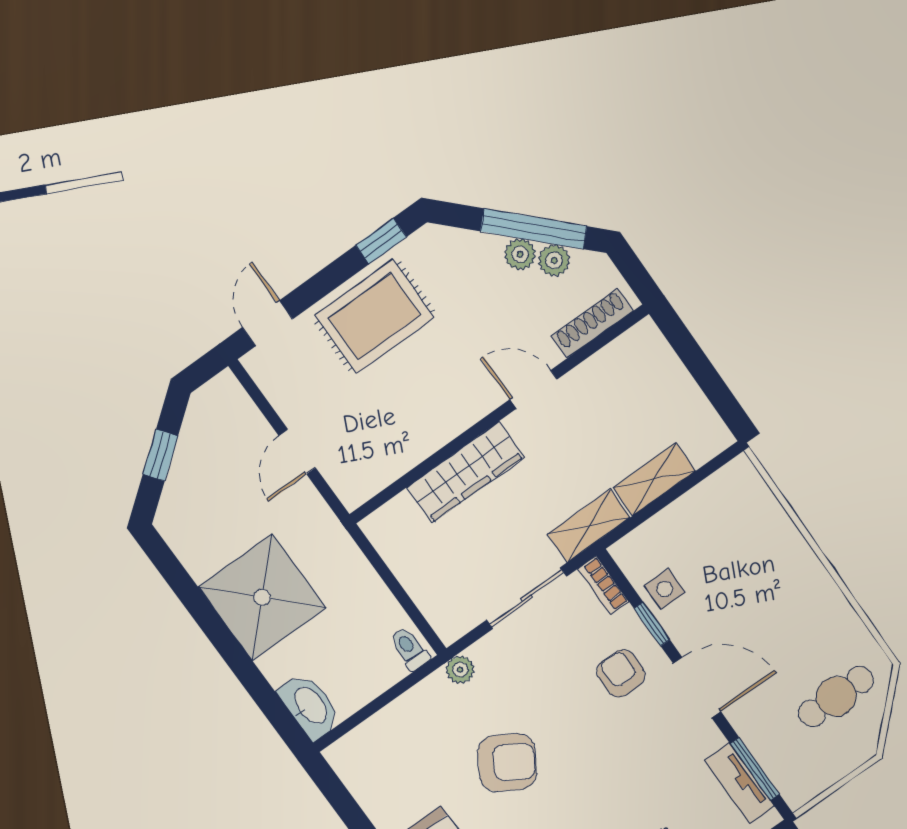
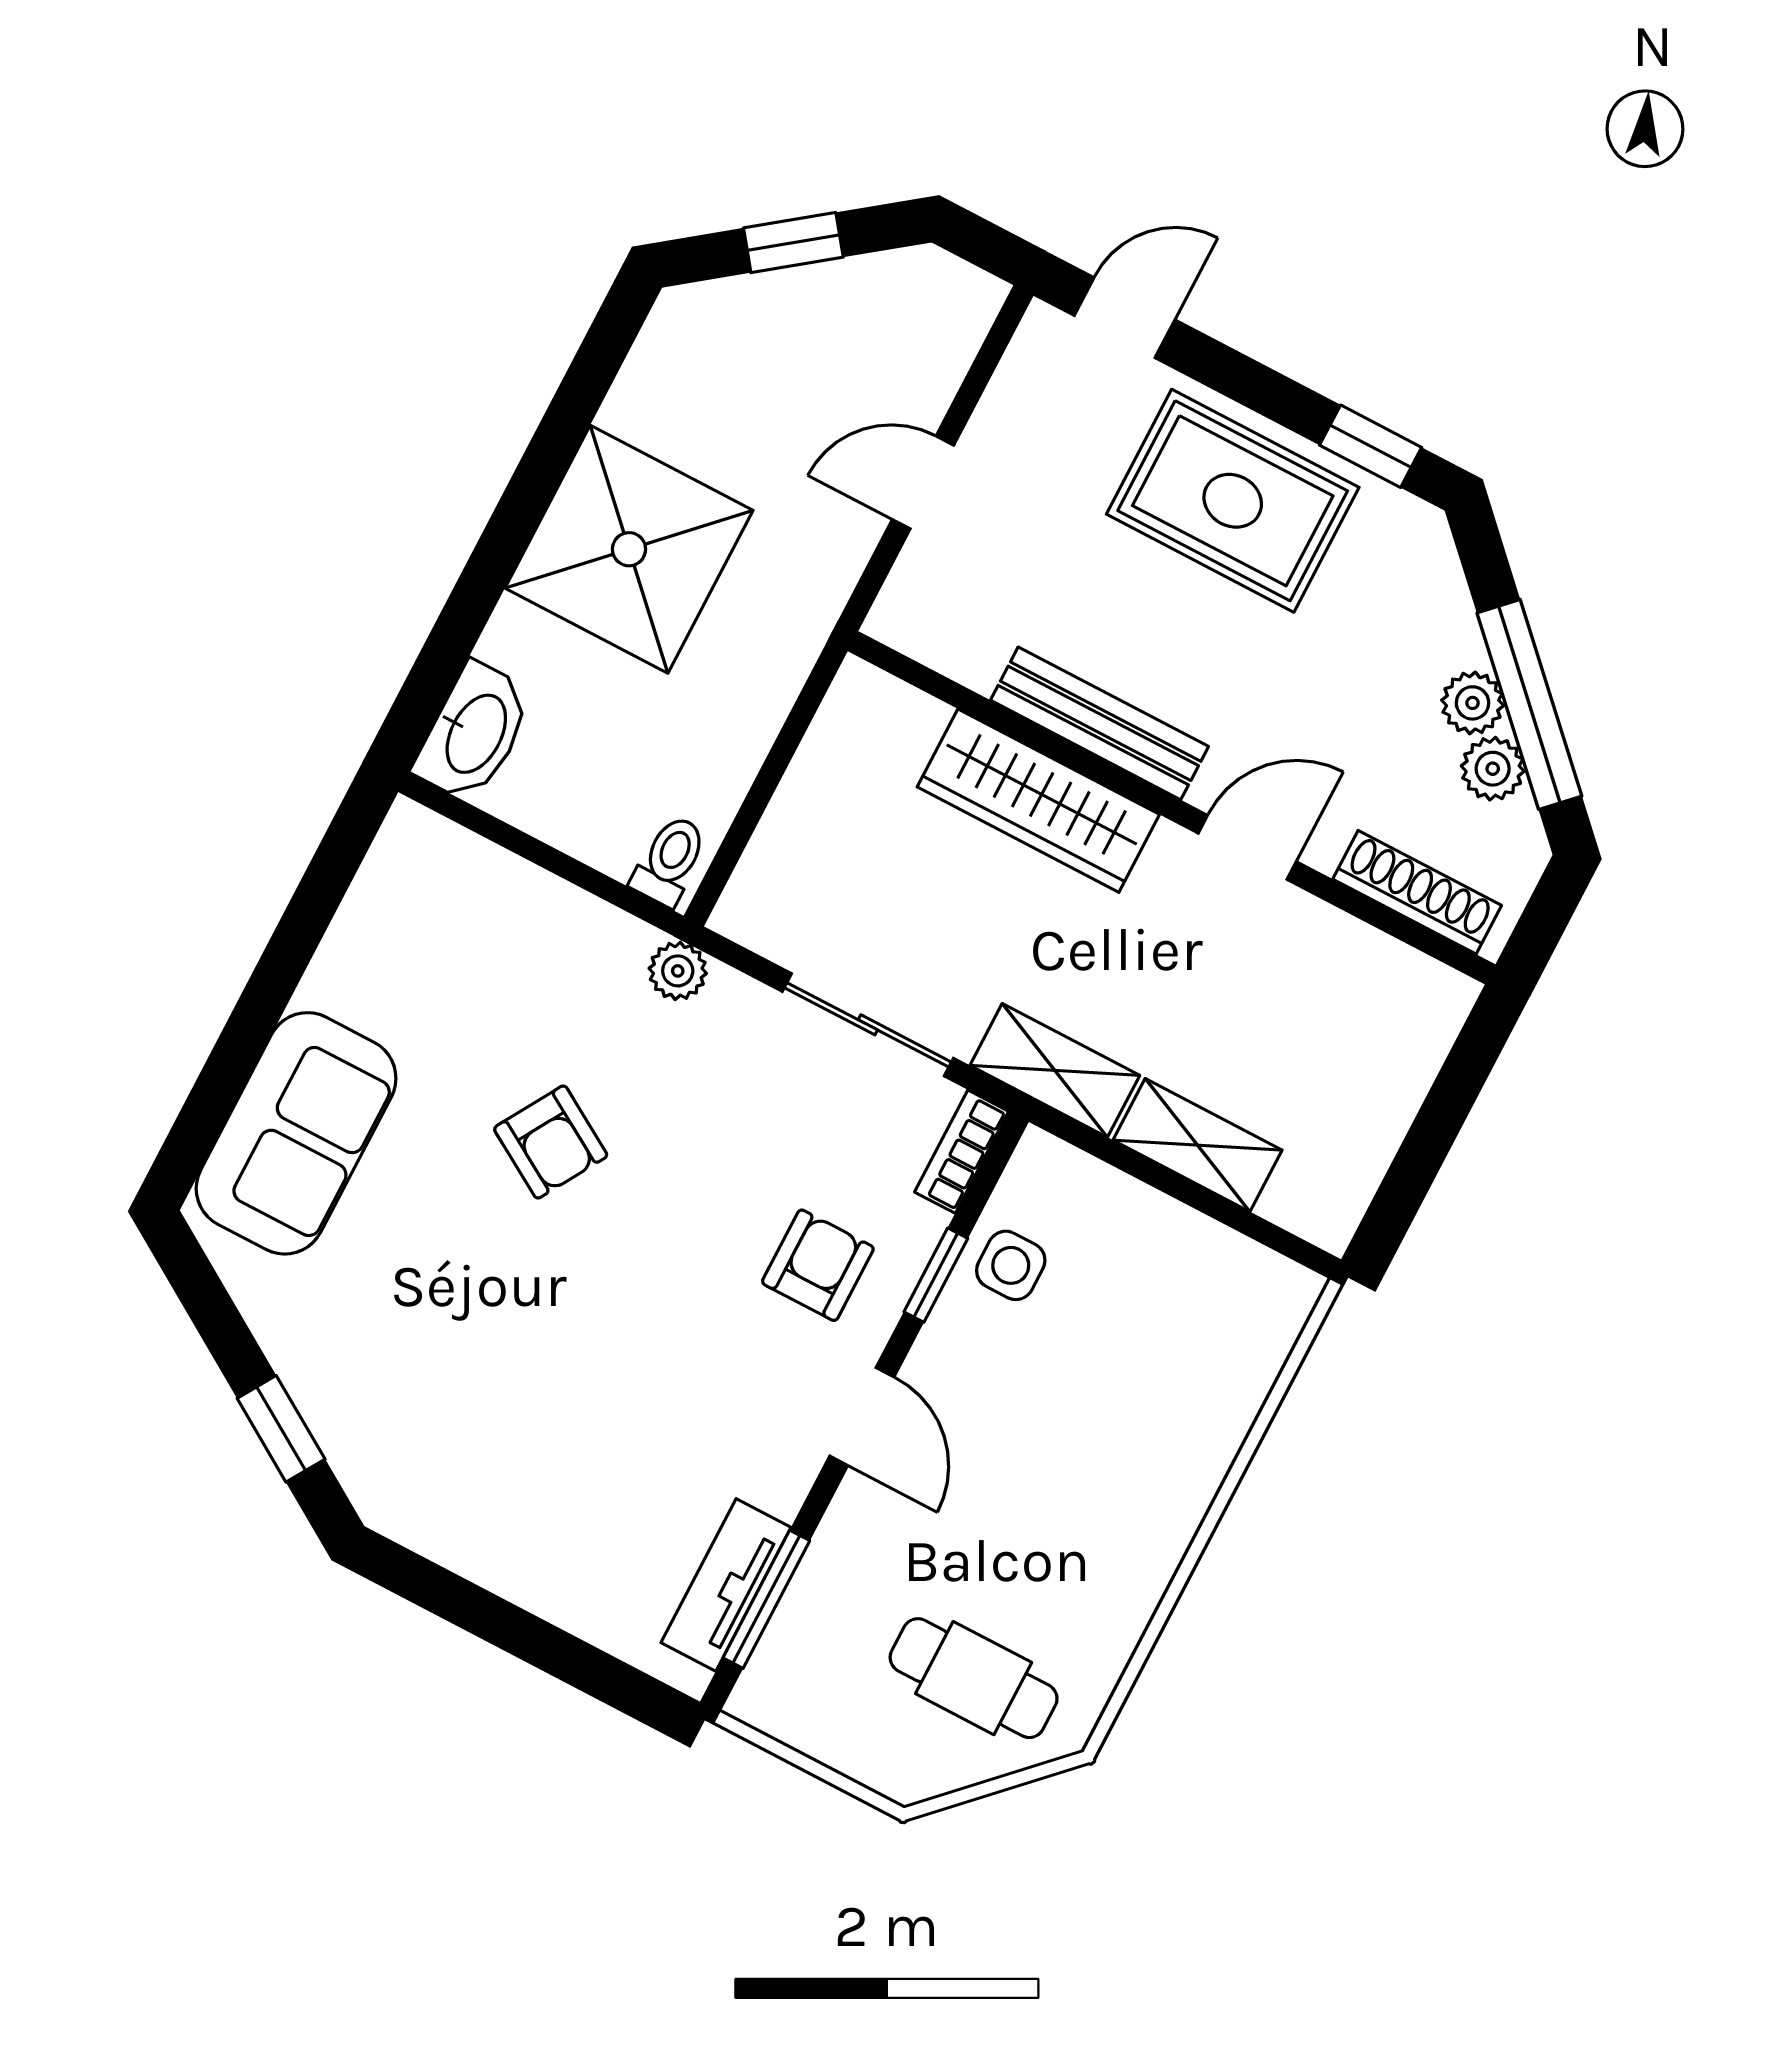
door: (533, 389) -> (1247, 847), hinge flipped
bench: (445, 427) -> (1099, 723), added
door: (697, 688) -> (862, 1417), width x0.73
armchair: (507, 762) -> (551, 1142), width x0.72, depth x0.72

